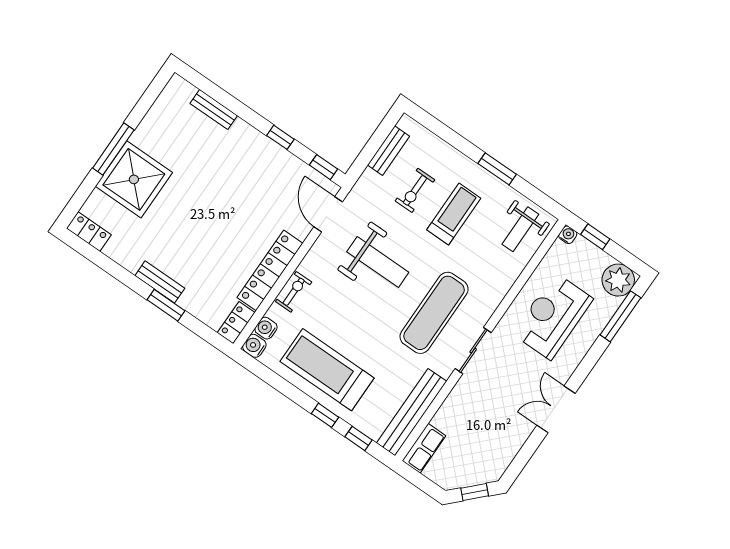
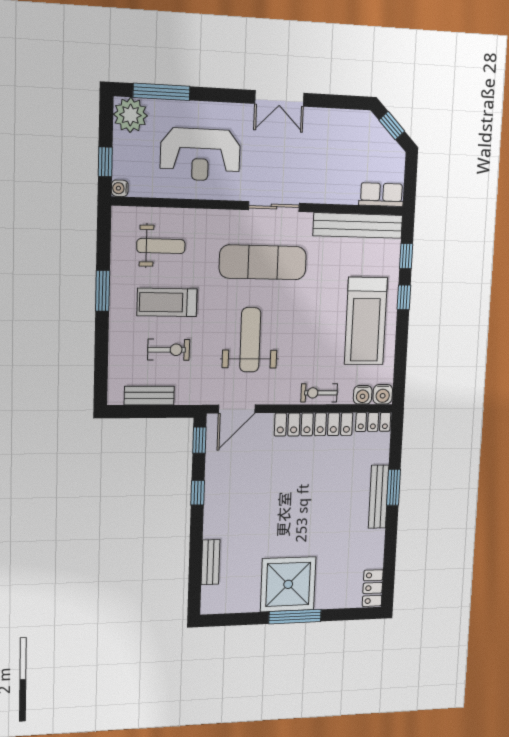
shower: (134, 179) -> (288, 584), moved
weight bench: (520, 229) -> (161, 246), moved
bench: (160, 282) -> (379, 497), width x1.36

